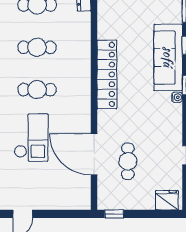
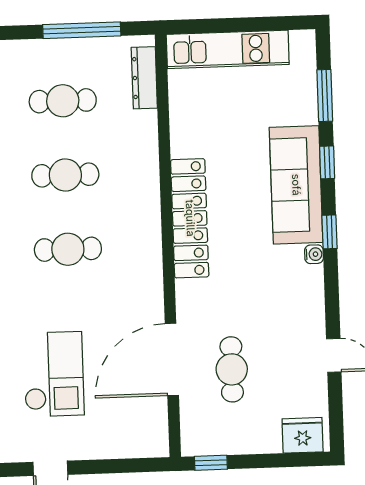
checkout: (31, 138) -> (54, 374), moved
door: (94, 154) -> (172, 359), hinge flipped

